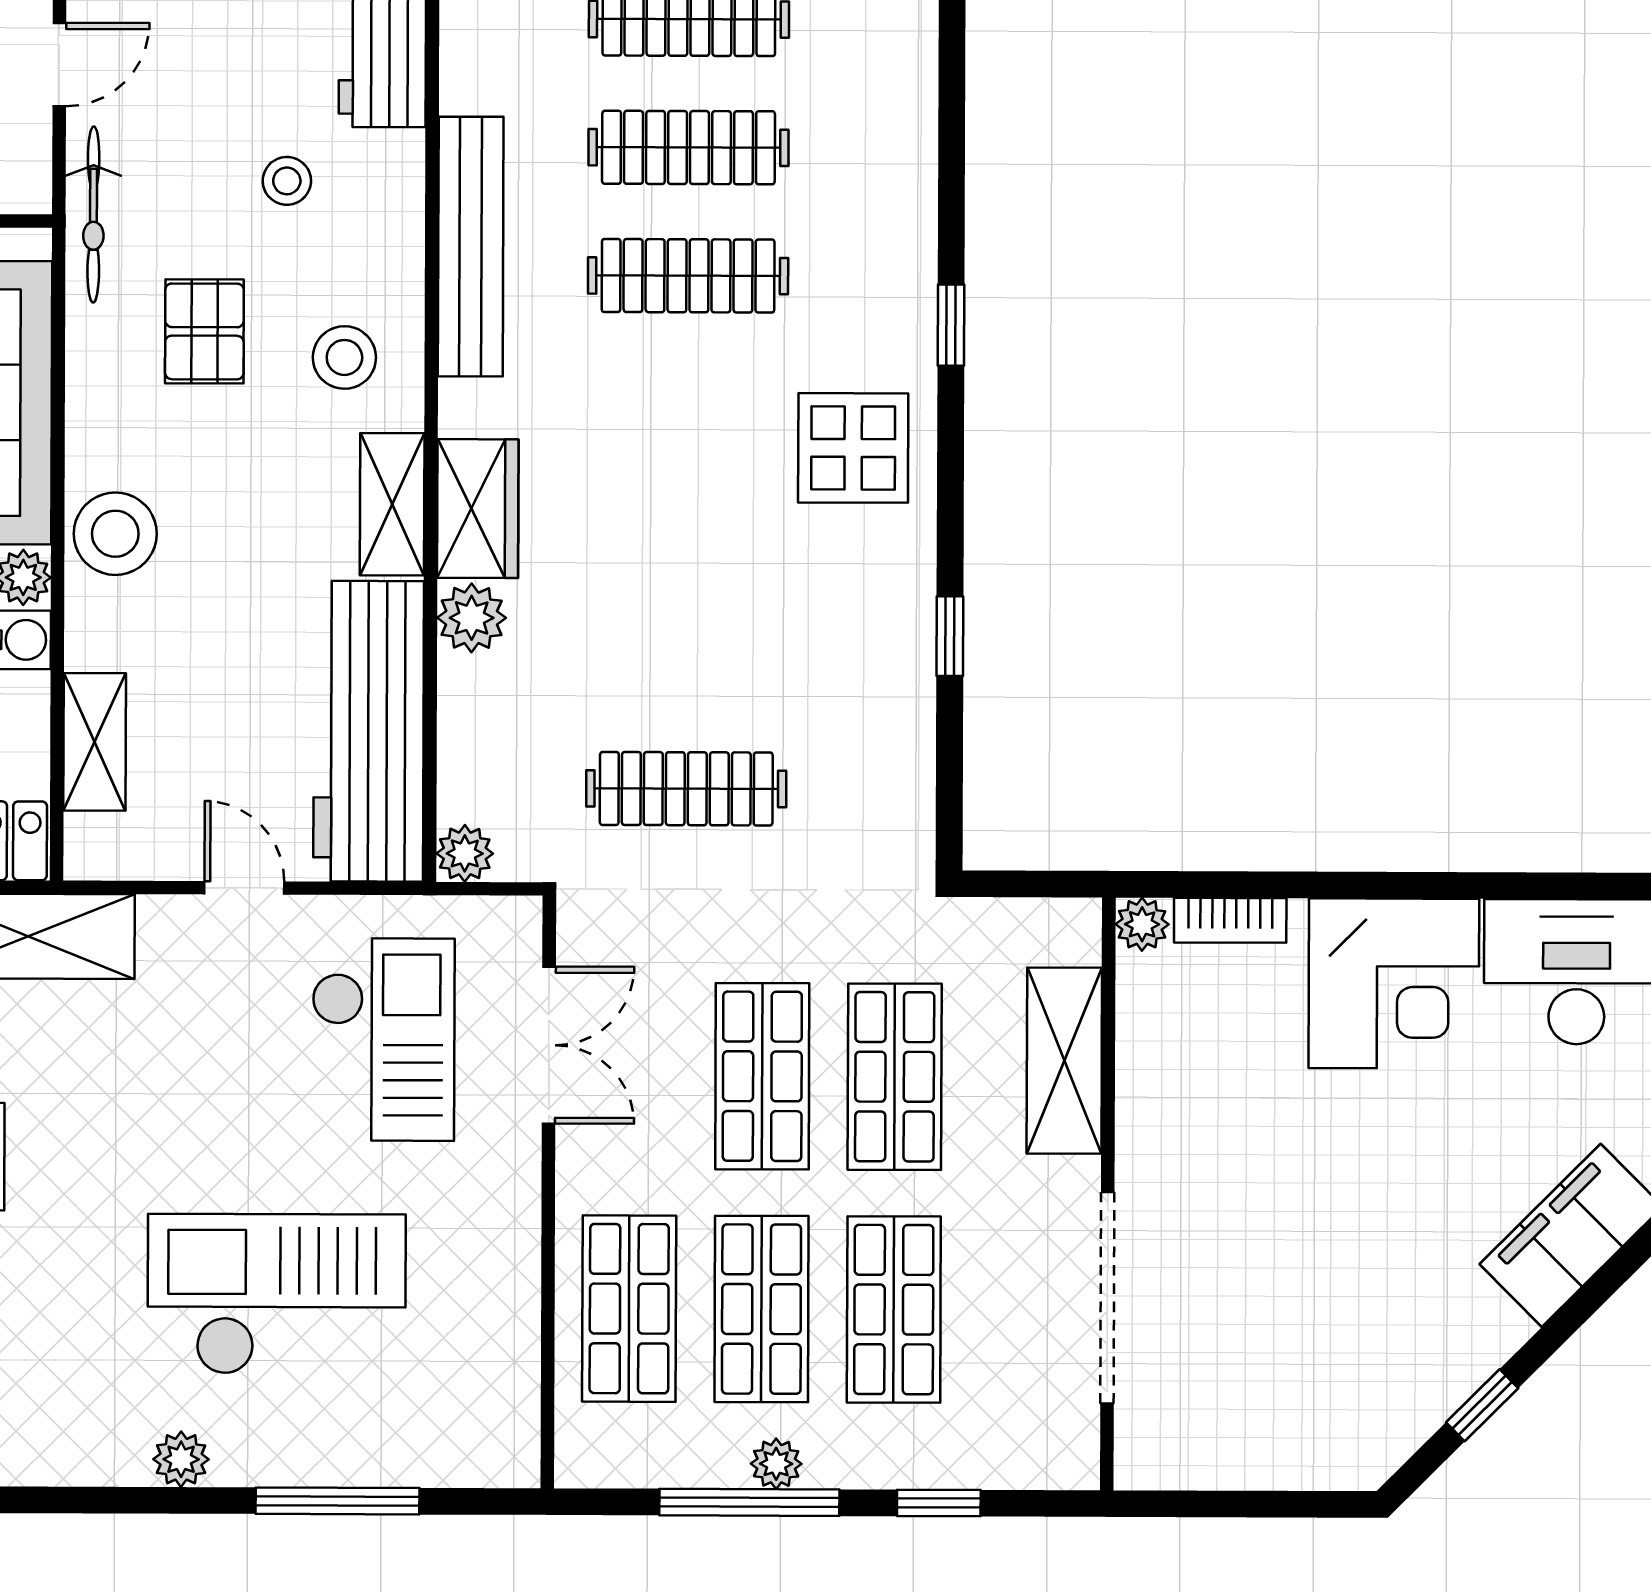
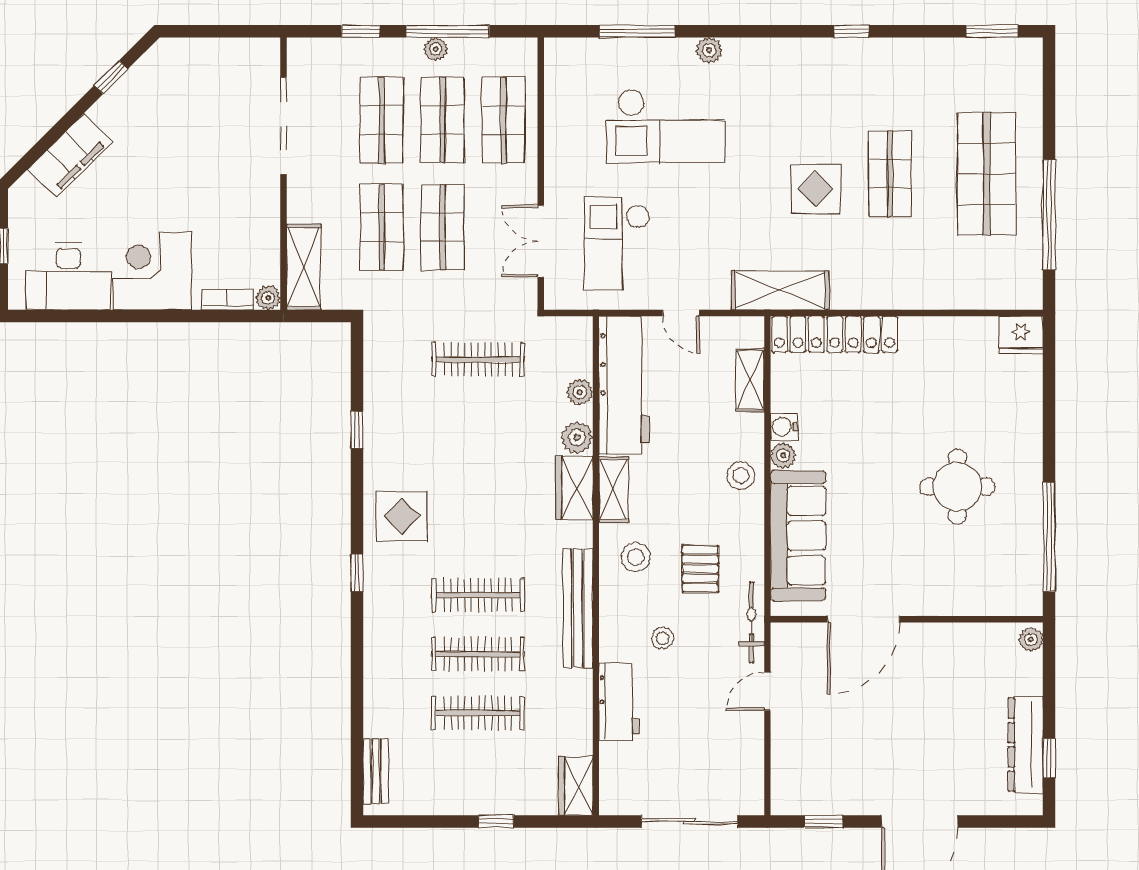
stool: (115, 534) -> (741, 476), width x0.73, depth x0.73
plant: (465, 853) -> (580, 392), moved
shelving: (1064, 1061) -> (304, 267), moved

